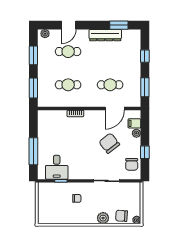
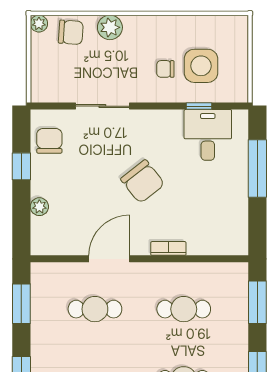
door: (115, 109) -> (109, 259), moved
filing cabinet: (134, 123) -> (44, 227), removed
chair: (109, 143) -> (143, 182), moved
side table: (60, 200) -> (201, 66), added

